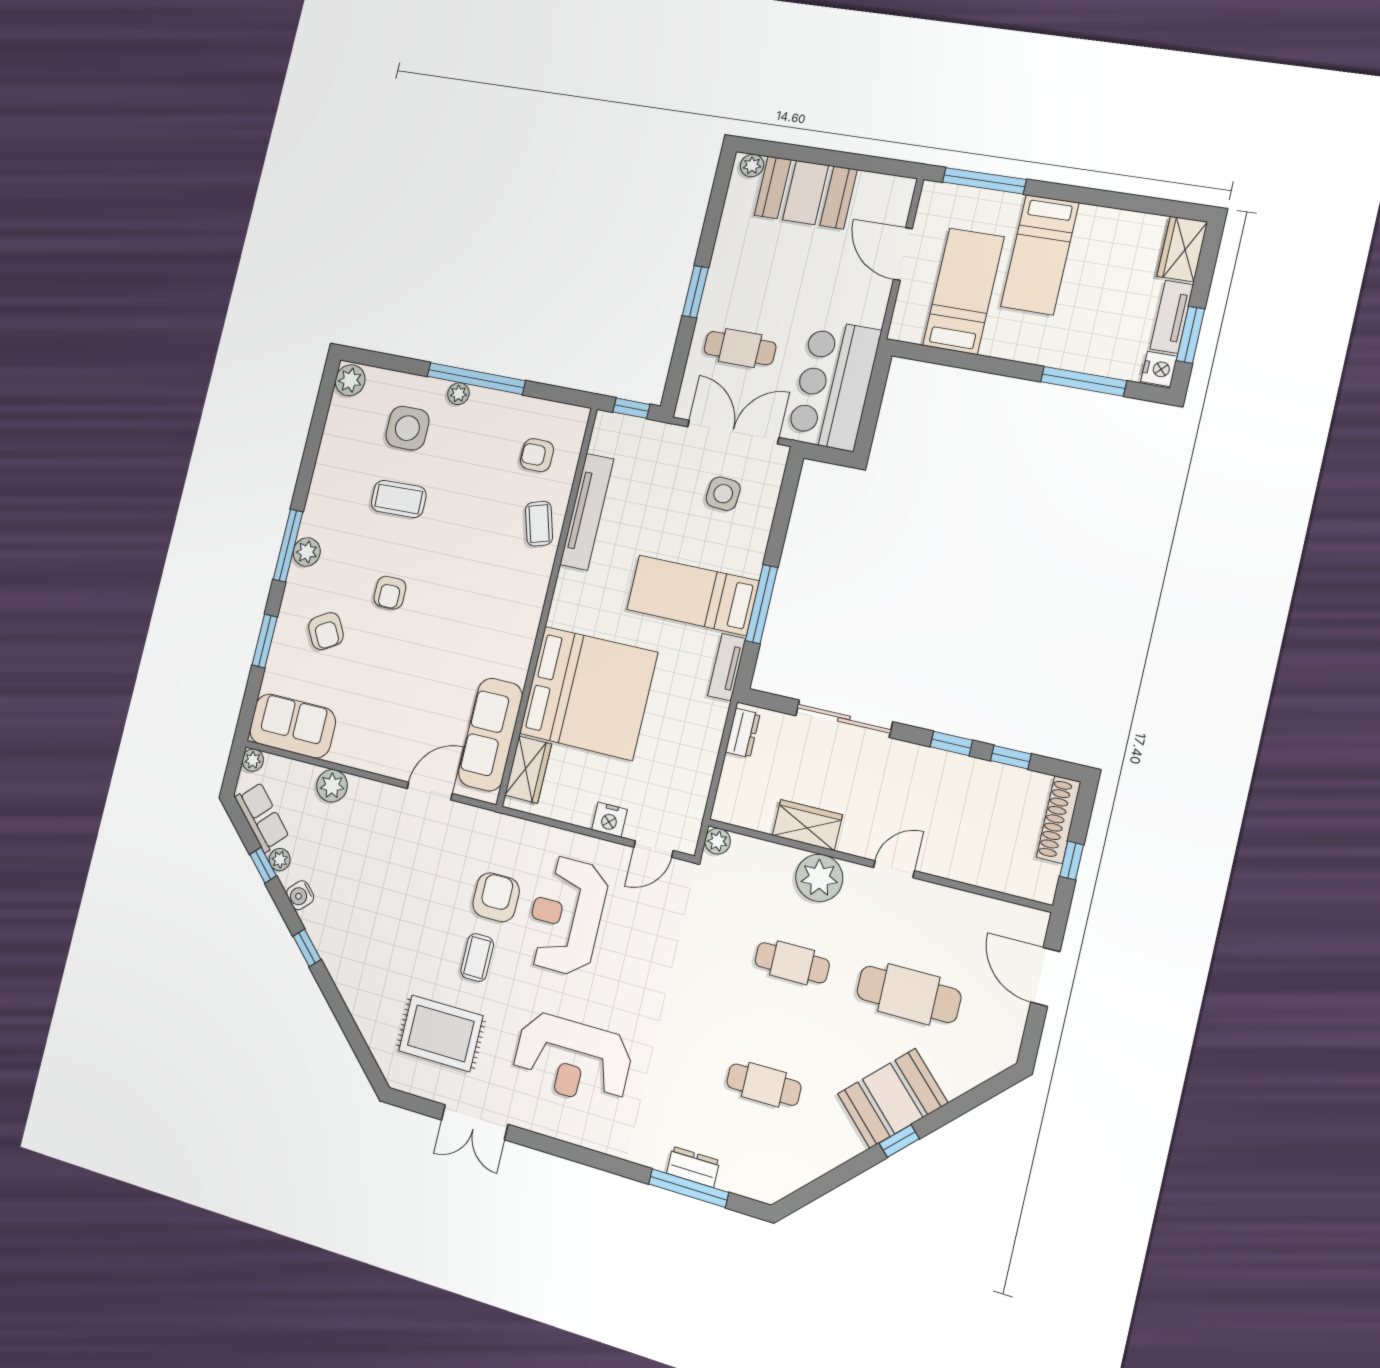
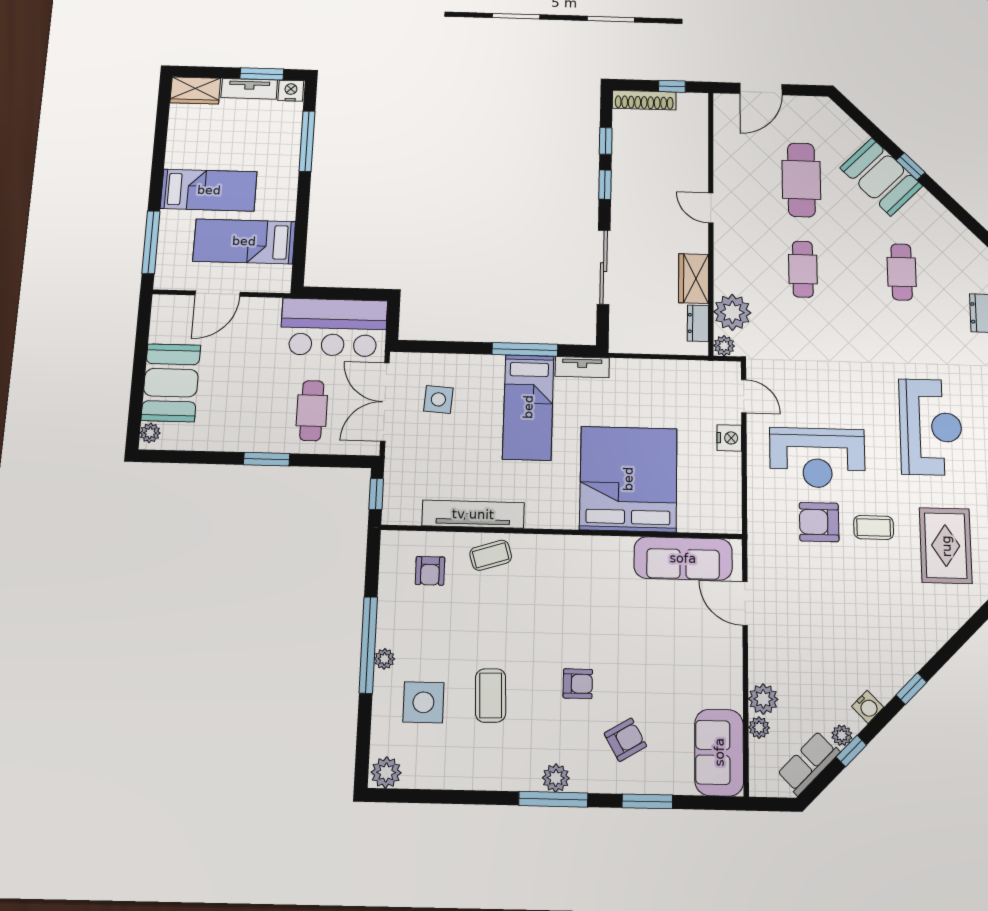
dresser: (743, 733) -> (698, 323), moved, turned -90
plant: (253, 760) -> (759, 728), moved
wardrobe: (528, 770) -> (705, 518), removed
plant: (819, 878) -> (732, 312), moved

